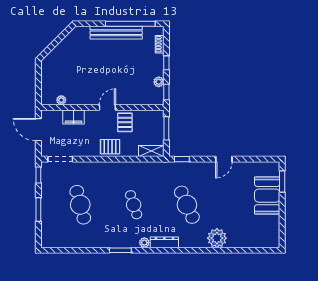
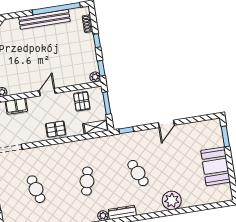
plant: (159, 82) -> (95, 77), moved
pallet: (125, 122) -> (82, 101), moved
booth: (267, 196) -> (216, 166), moved
cafe table: (80, 205) -> (36, 189), width x0.73, depth x0.74
cafe table: (134, 205) -> (87, 181), turned 30
cafe table: (187, 205) -> (138, 173), width x0.73, depth x0.74

